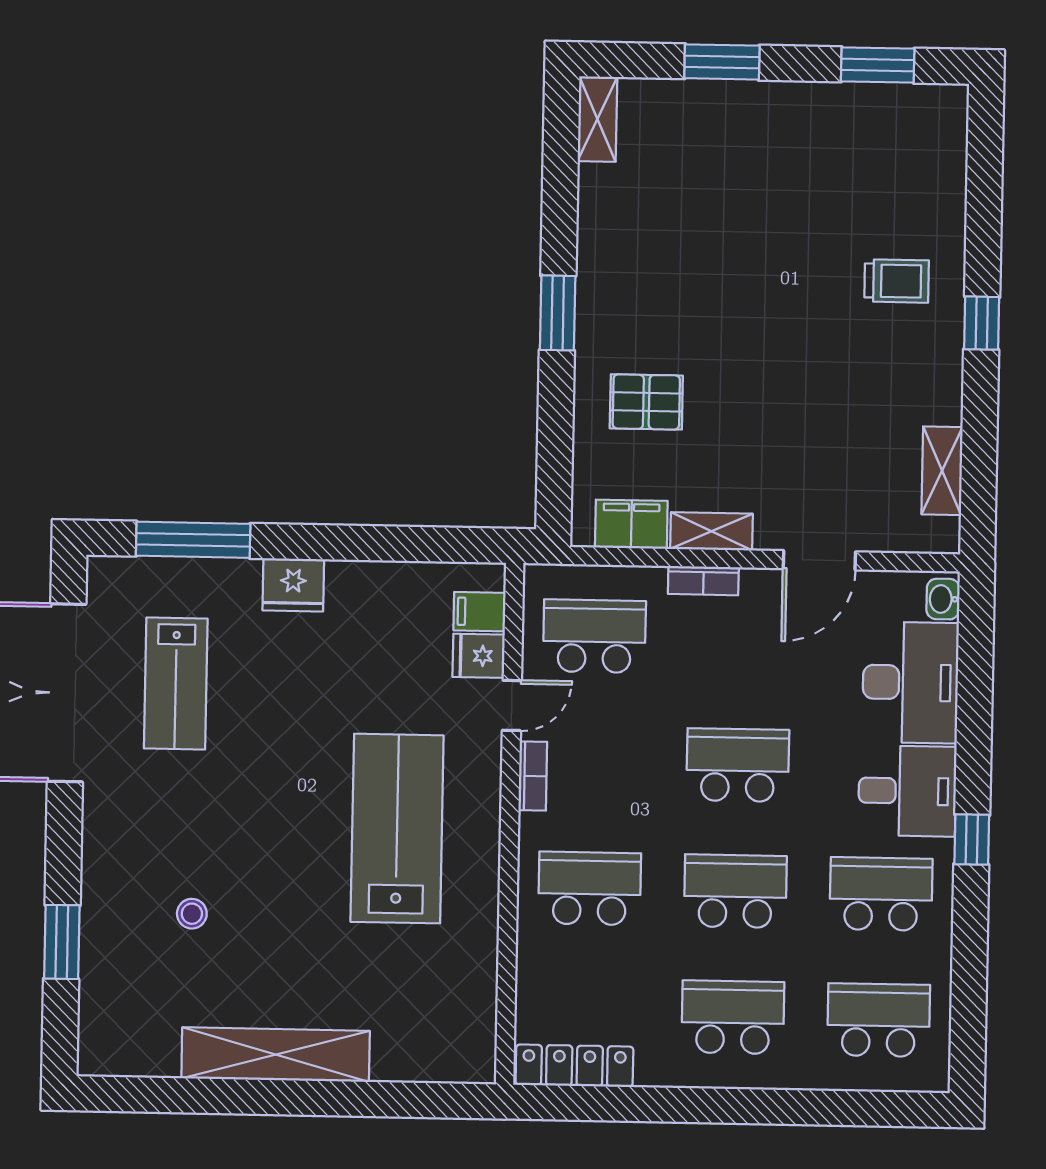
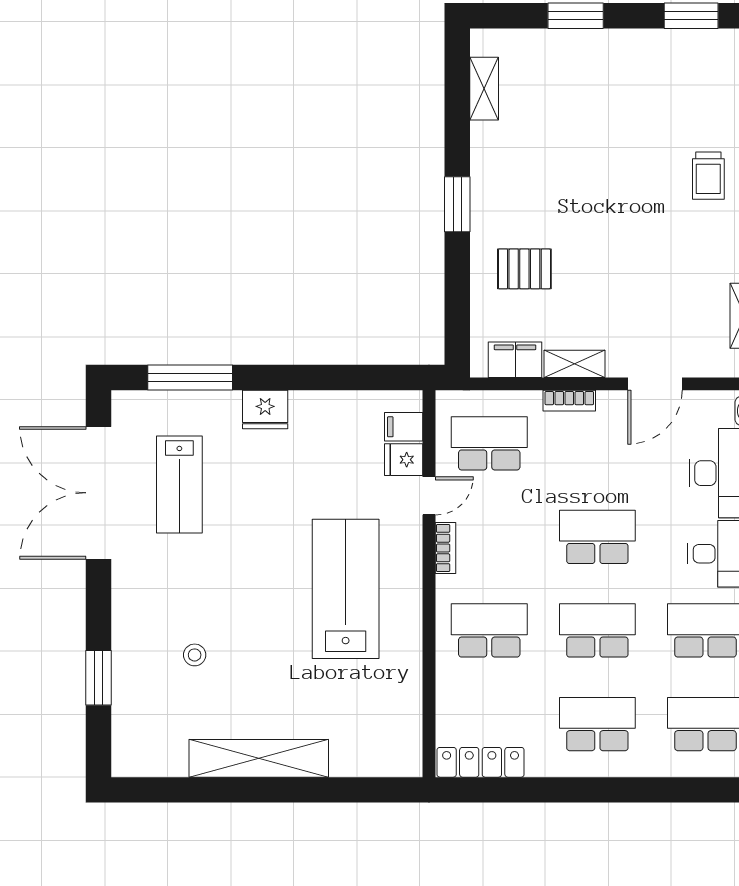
shelving: (597, 119) -> (484, 89), moved
trolley: (897, 281) -> (708, 176), turned 90

